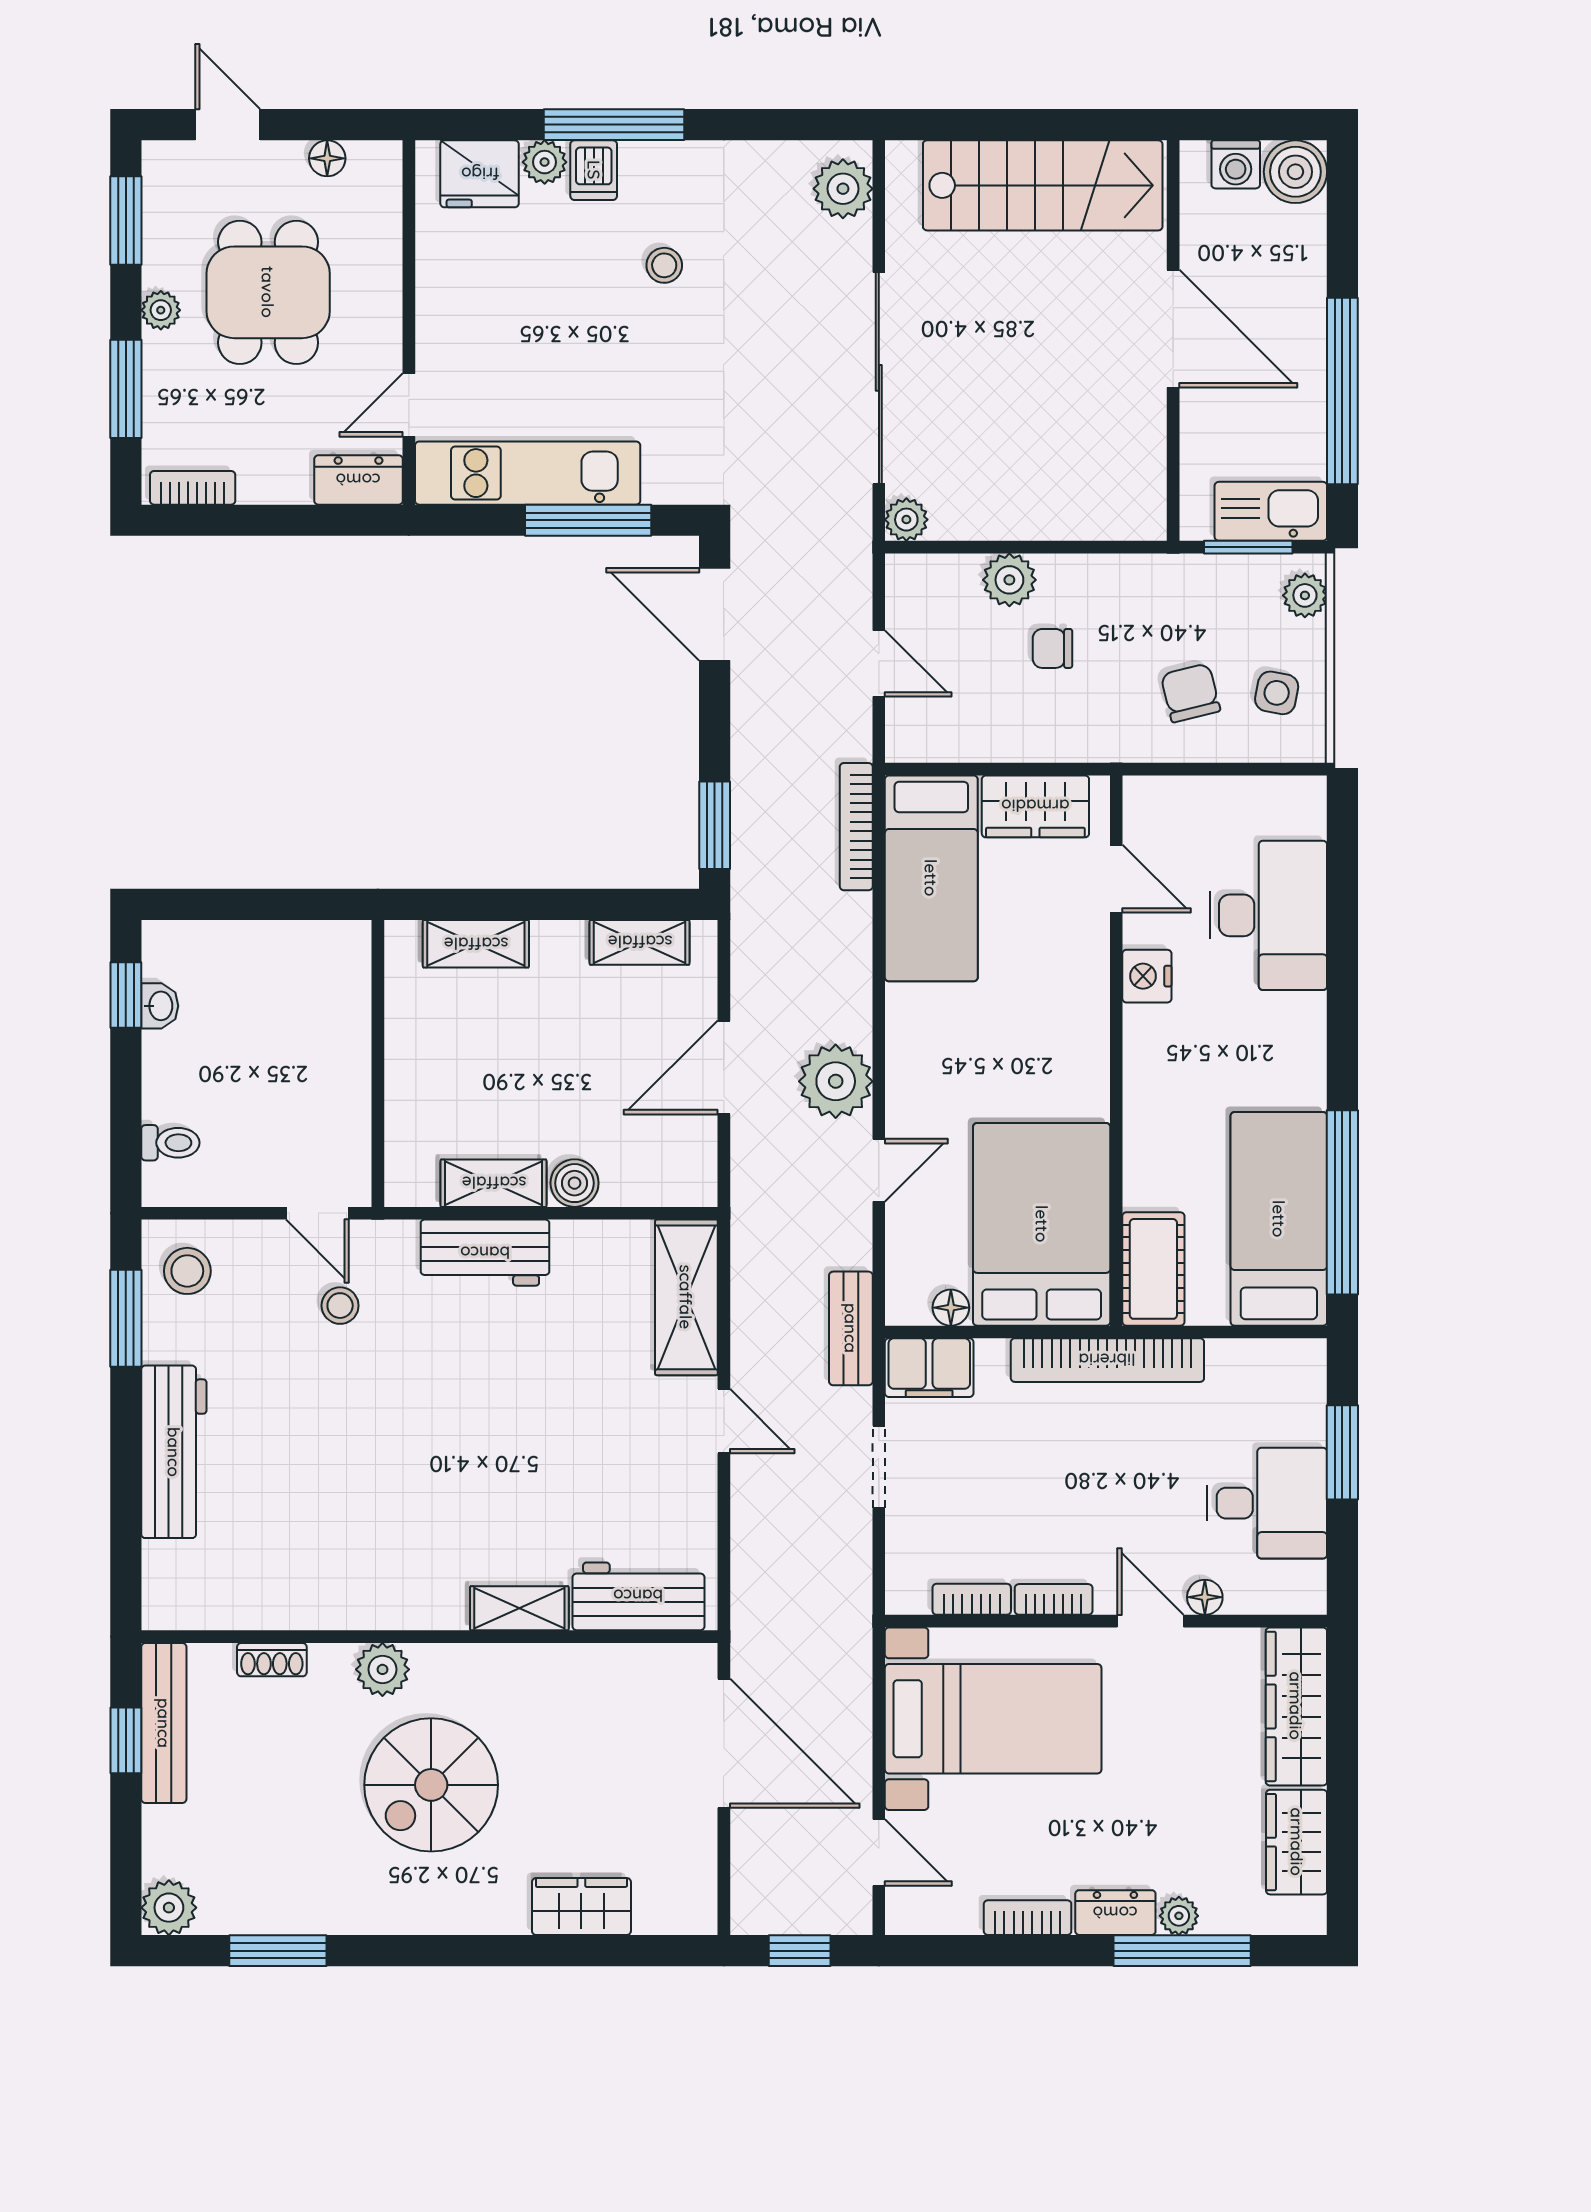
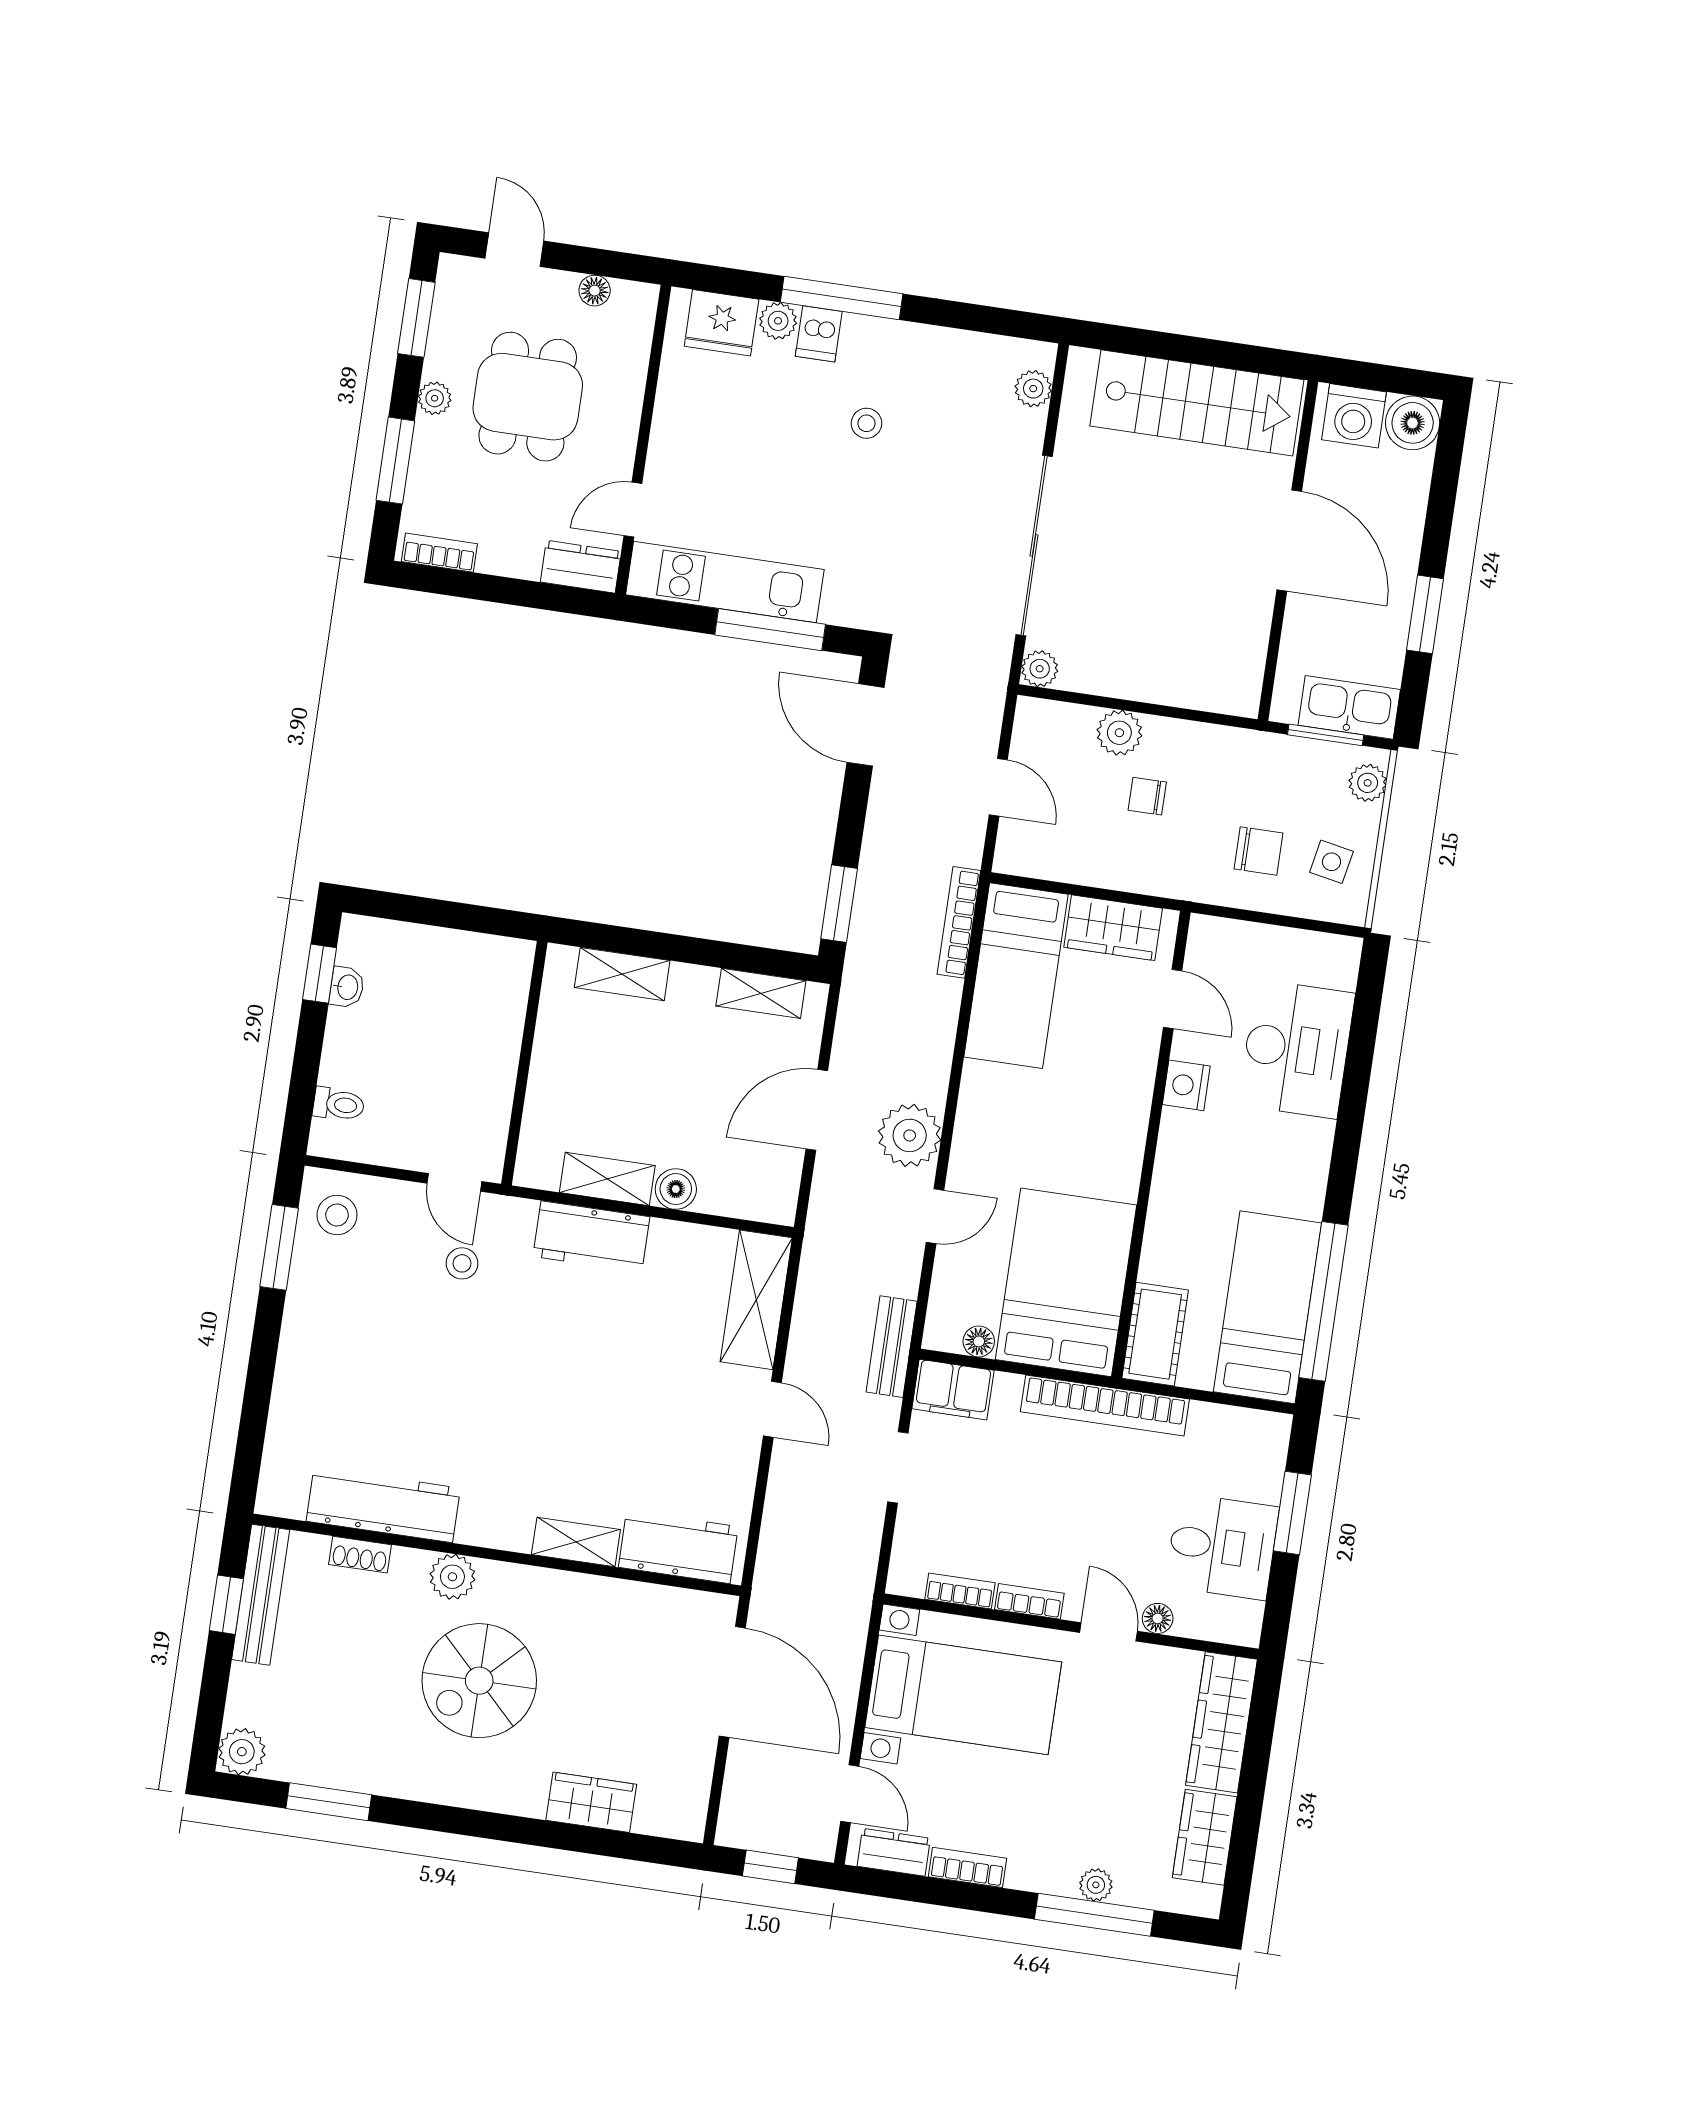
washing machine: (1236, 164) -> (1354, 416), width x1.38, depth x1.38
plant: (843, 189) -> (1033, 389), width x0.73, depth x0.73
window: (1342, 391) -> (1425, 614), width x0.47
chair: (1190, 693) -> (1258, 851), turned 104
workbench: (174, 1452) -> (383, 1505), moved, turned -90
dresser: (1115, 1913) -> (894, 1852), moved

